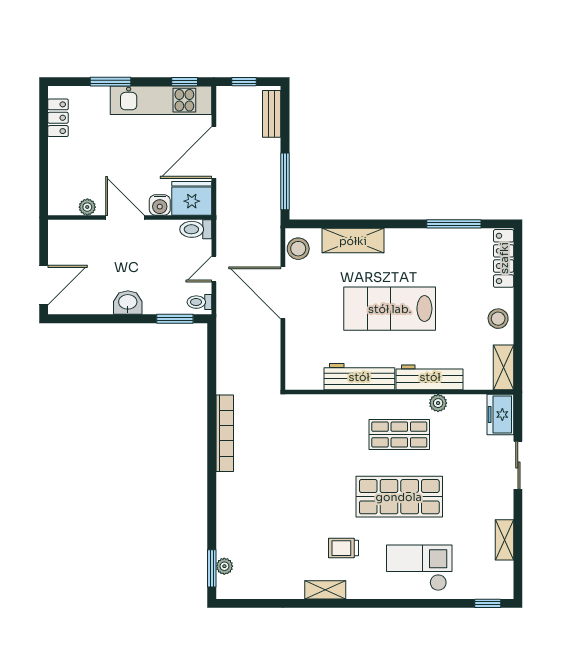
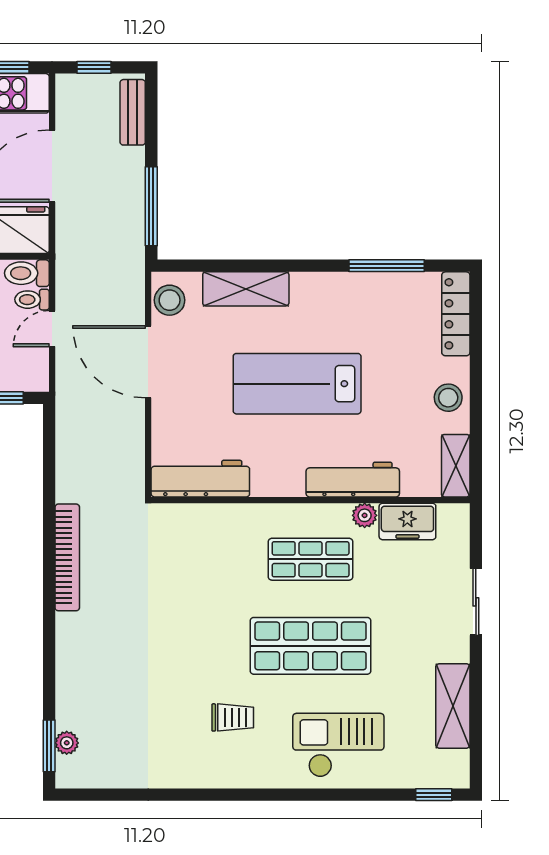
toilet: (199, 302) -> (32, 300), moved
workbench: (359, 377) -> (200, 479), moved
freezer: (500, 415) -> (407, 521), moved, turned -90
shelving: (504, 540) -> (453, 706), width x1.50, depth x1.33
trolley: (344, 548) -> (233, 717), turned 180
shelving: (325, 590) -> (207, 776), removed

